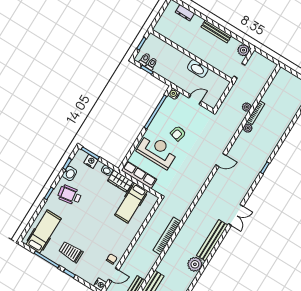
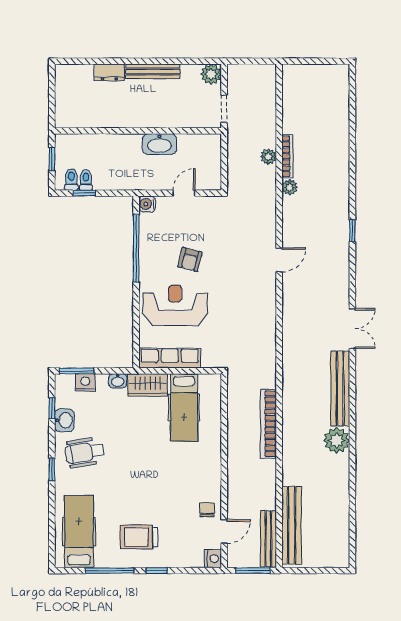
dresser: (185, 13) -> (109, 72), moved

